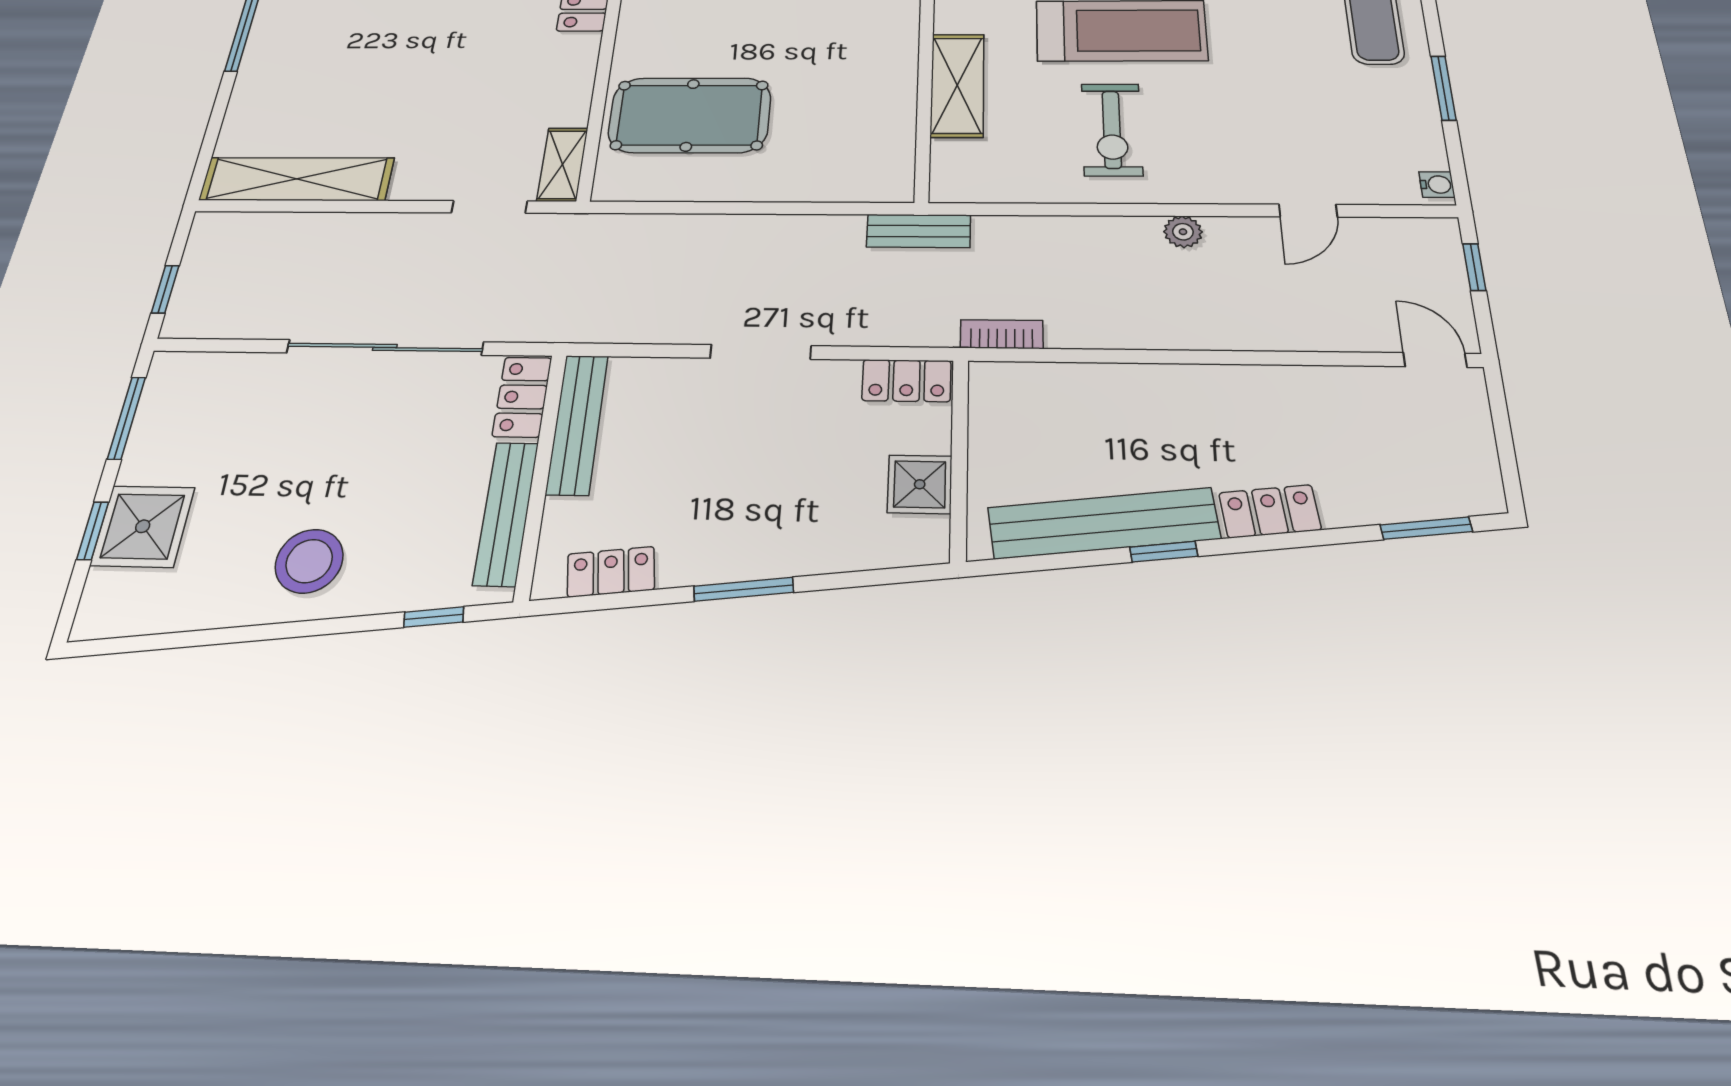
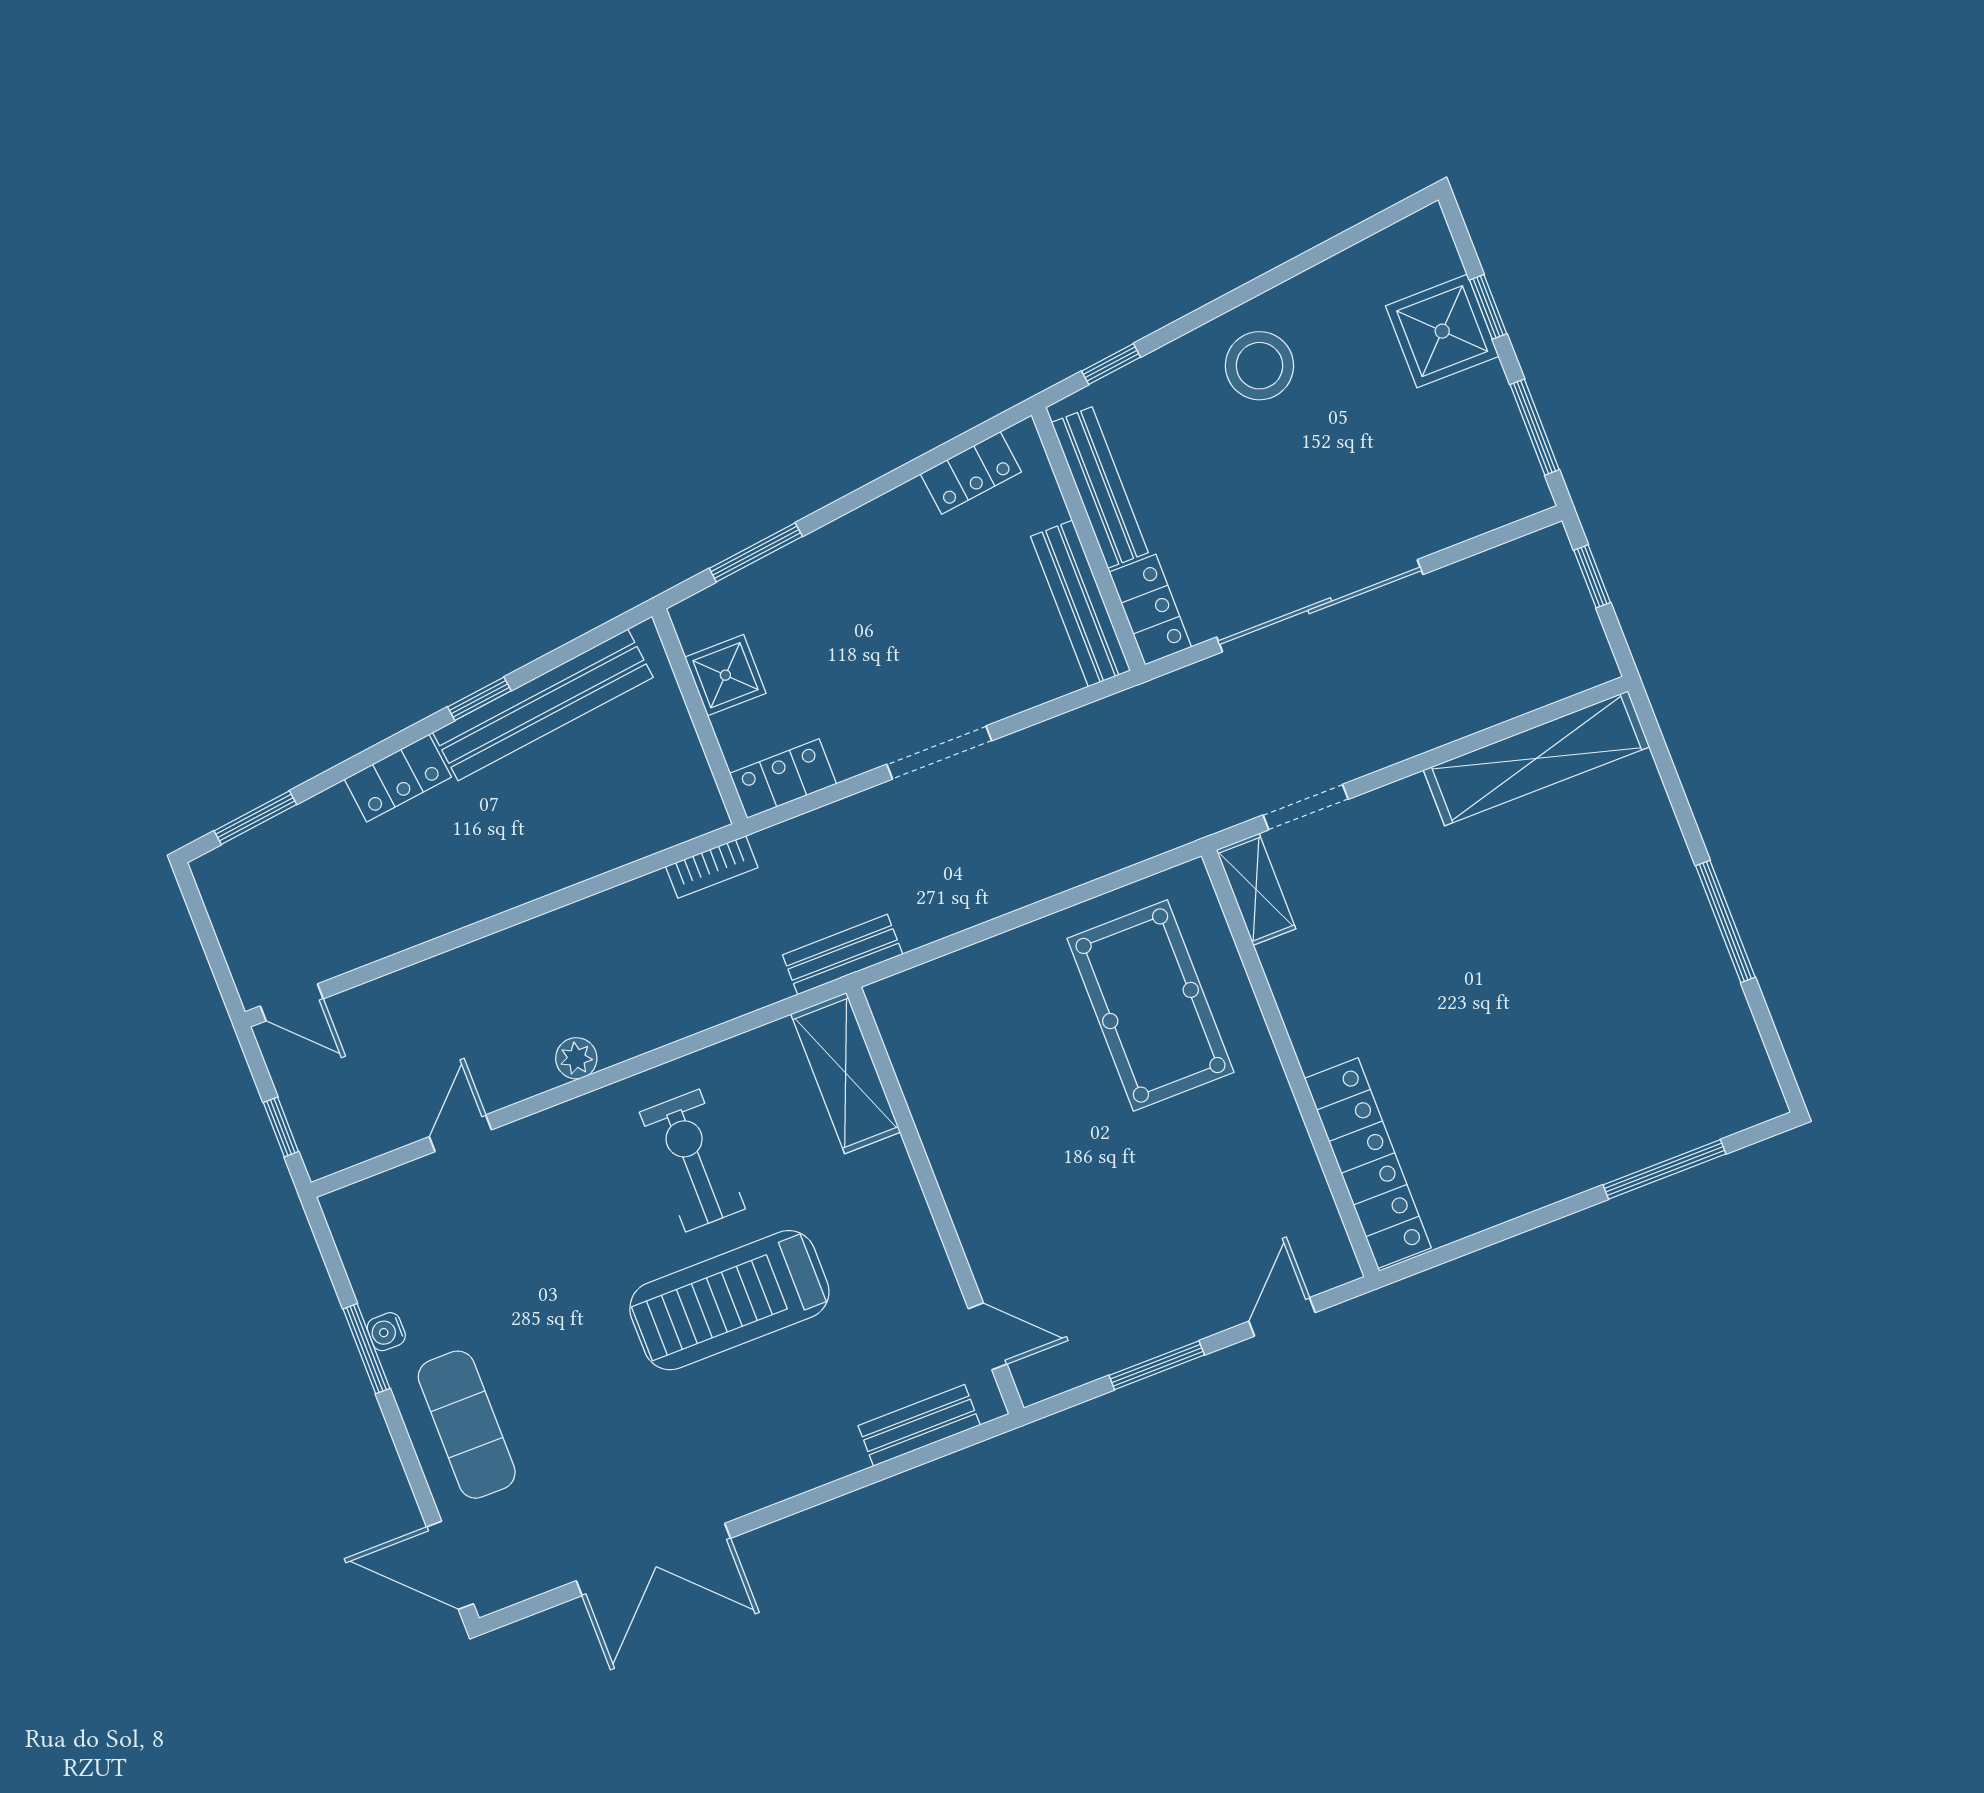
shelving: (957, 85) -> (846, 1073), moved
pool table: (690, 115) -> (1150, 1005), turned 90
water cooler: (1437, 185) -> (386, 1332), moved
window: (744, 589) -> (756, 552), moved

